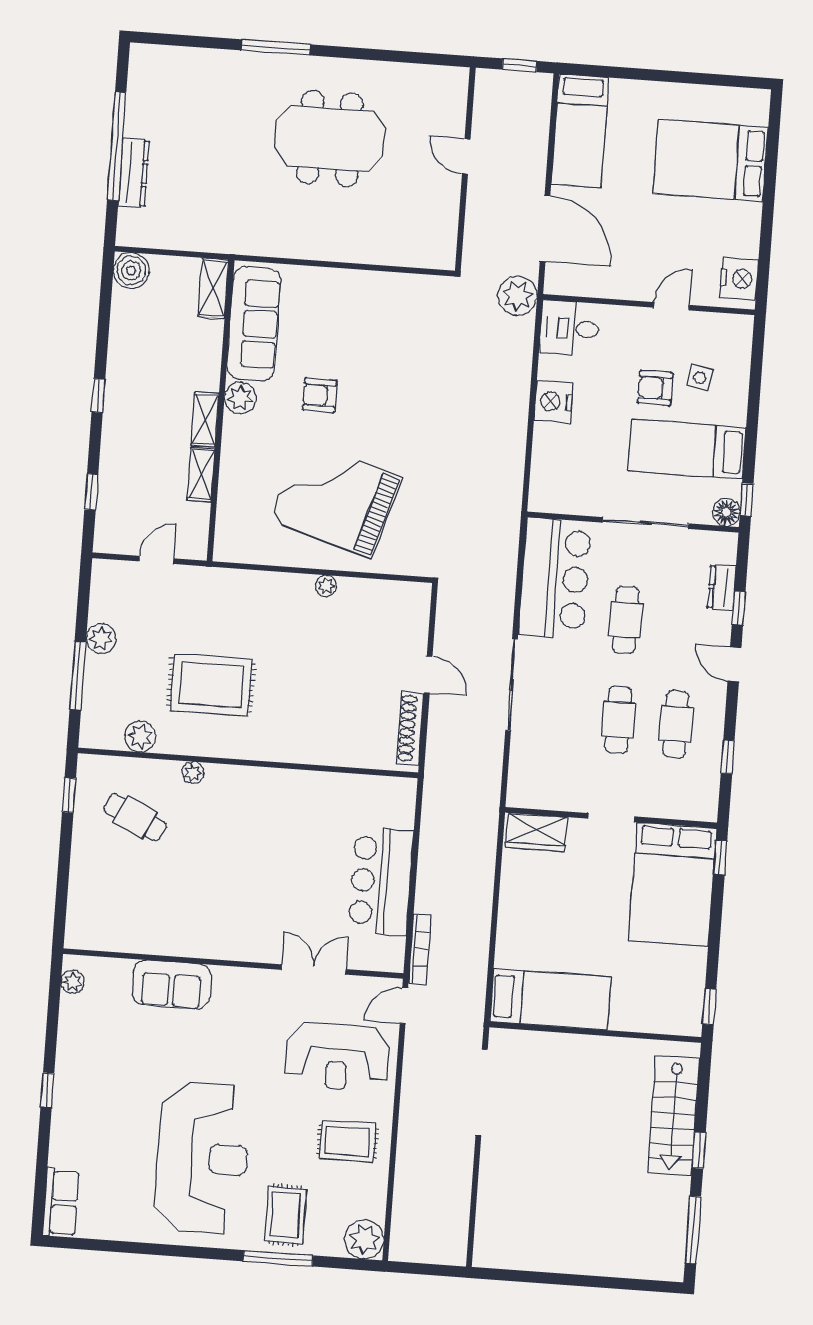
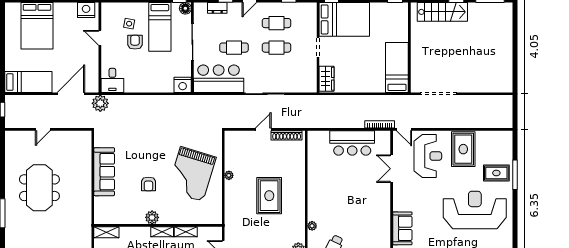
sofa: (254, 324) -> (104, 172), moved, turned 90
armchair: (655, 388) -> (135, 42), turned 180
nightstand: (553, 402) -> (183, 85), moved
rug: (211, 685) -> (269, 196), moved
rug: (347, 1141) -> (463, 149), width x1.36, depth x1.43
plant: (364, 1239) -> (504, 139), removed

